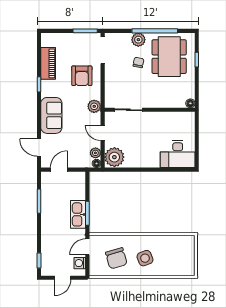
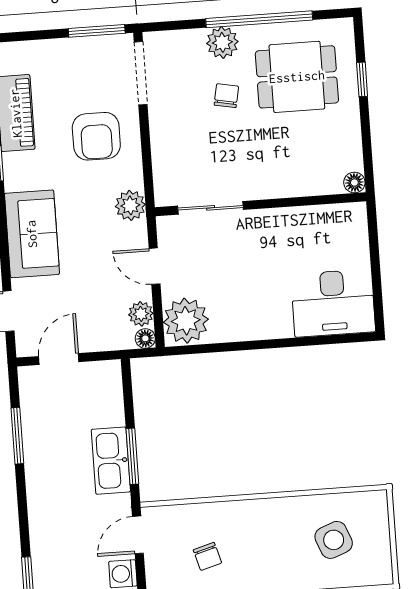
dining table: (169, 57) -> (297, 77), width x0.73
chair: (116, 258) -> (207, 556), width x0.54, depth x0.54
side table: (145, 258) -> (334, 540), moved

